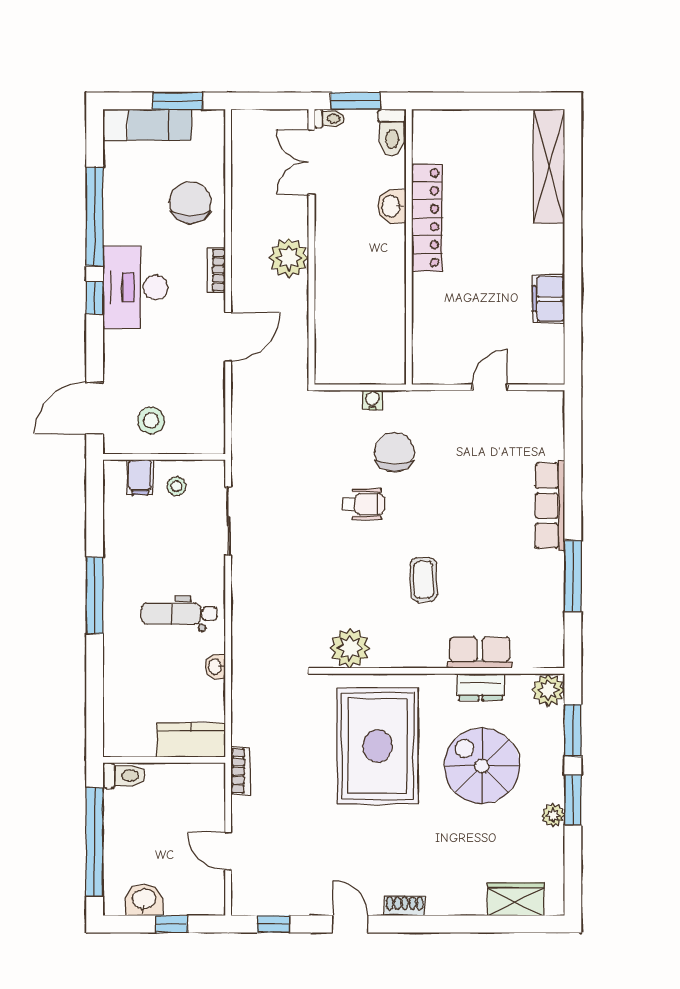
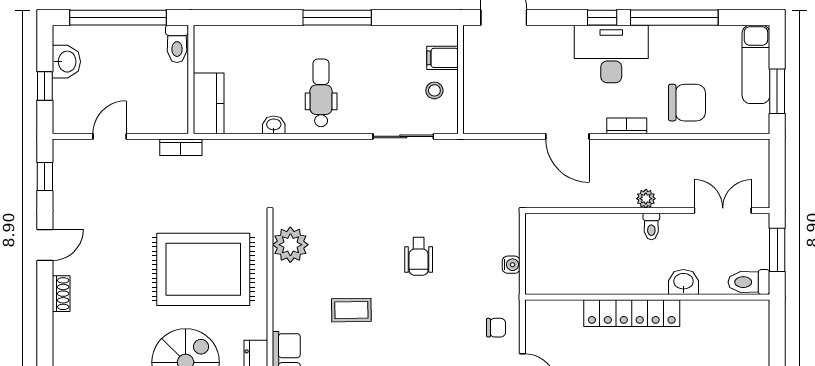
toilet: (329, 118) -> (651, 226), moved
locker: (427, 218) -> (632, 313), moved
plant: (289, 258) -> (646, 199), width x0.53, depth x0.53
stool: (151, 420) -> (493, 68), removed
chair: (394, 452) -> (496, 328), moved, width x0.54, depth x0.54

